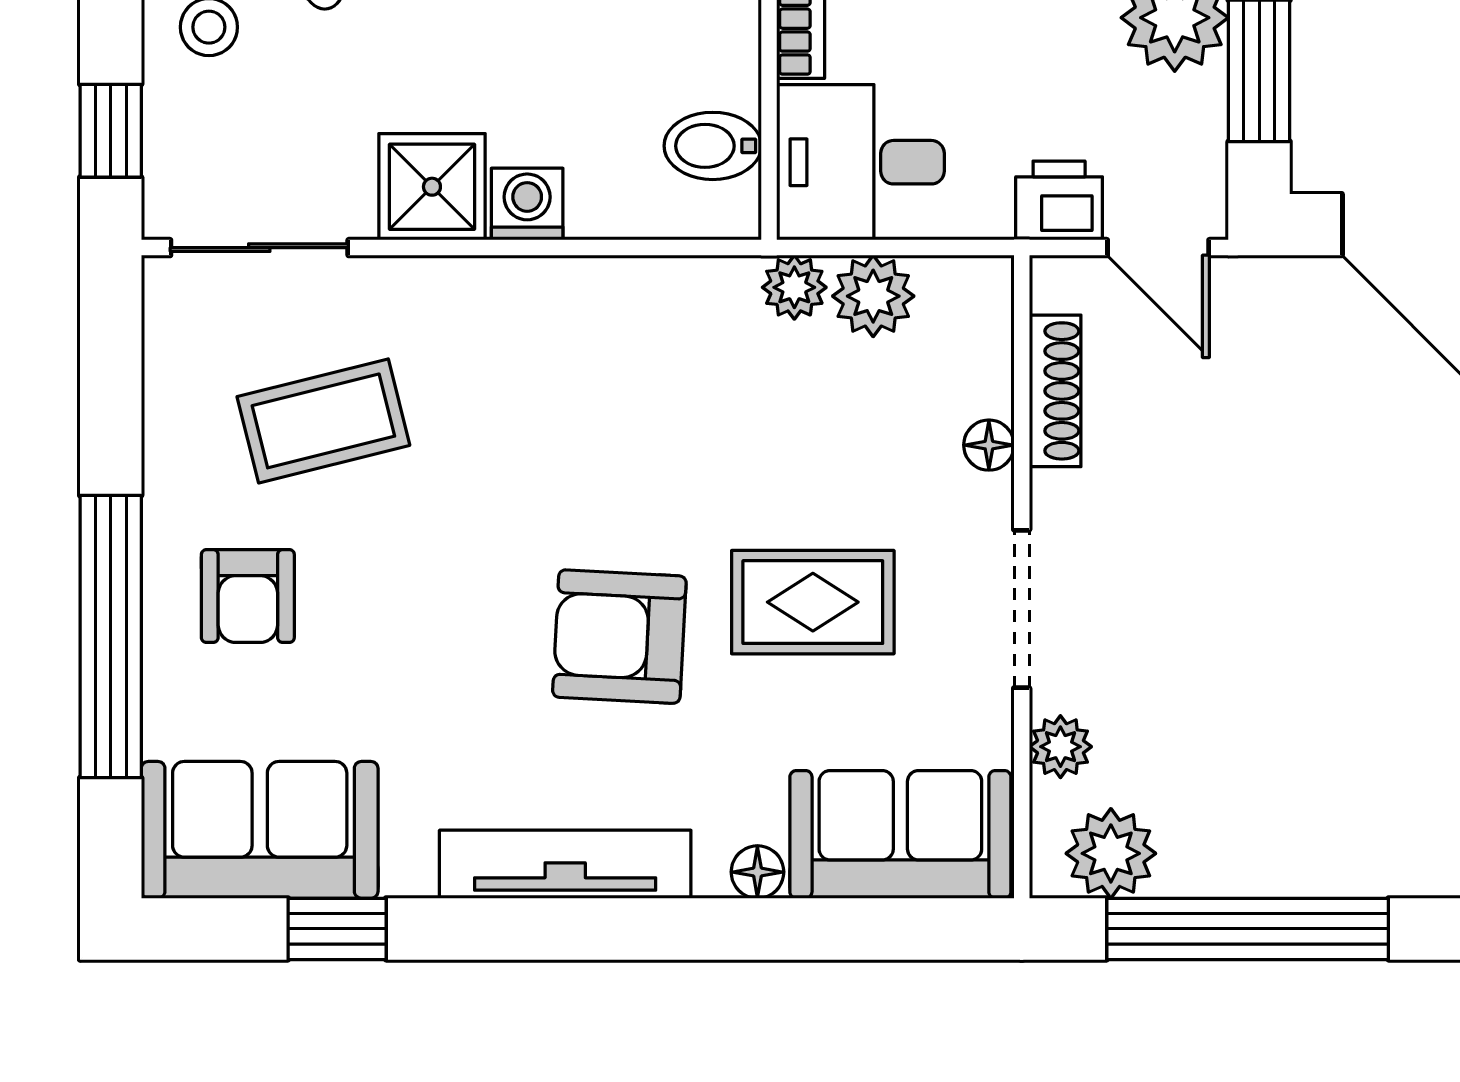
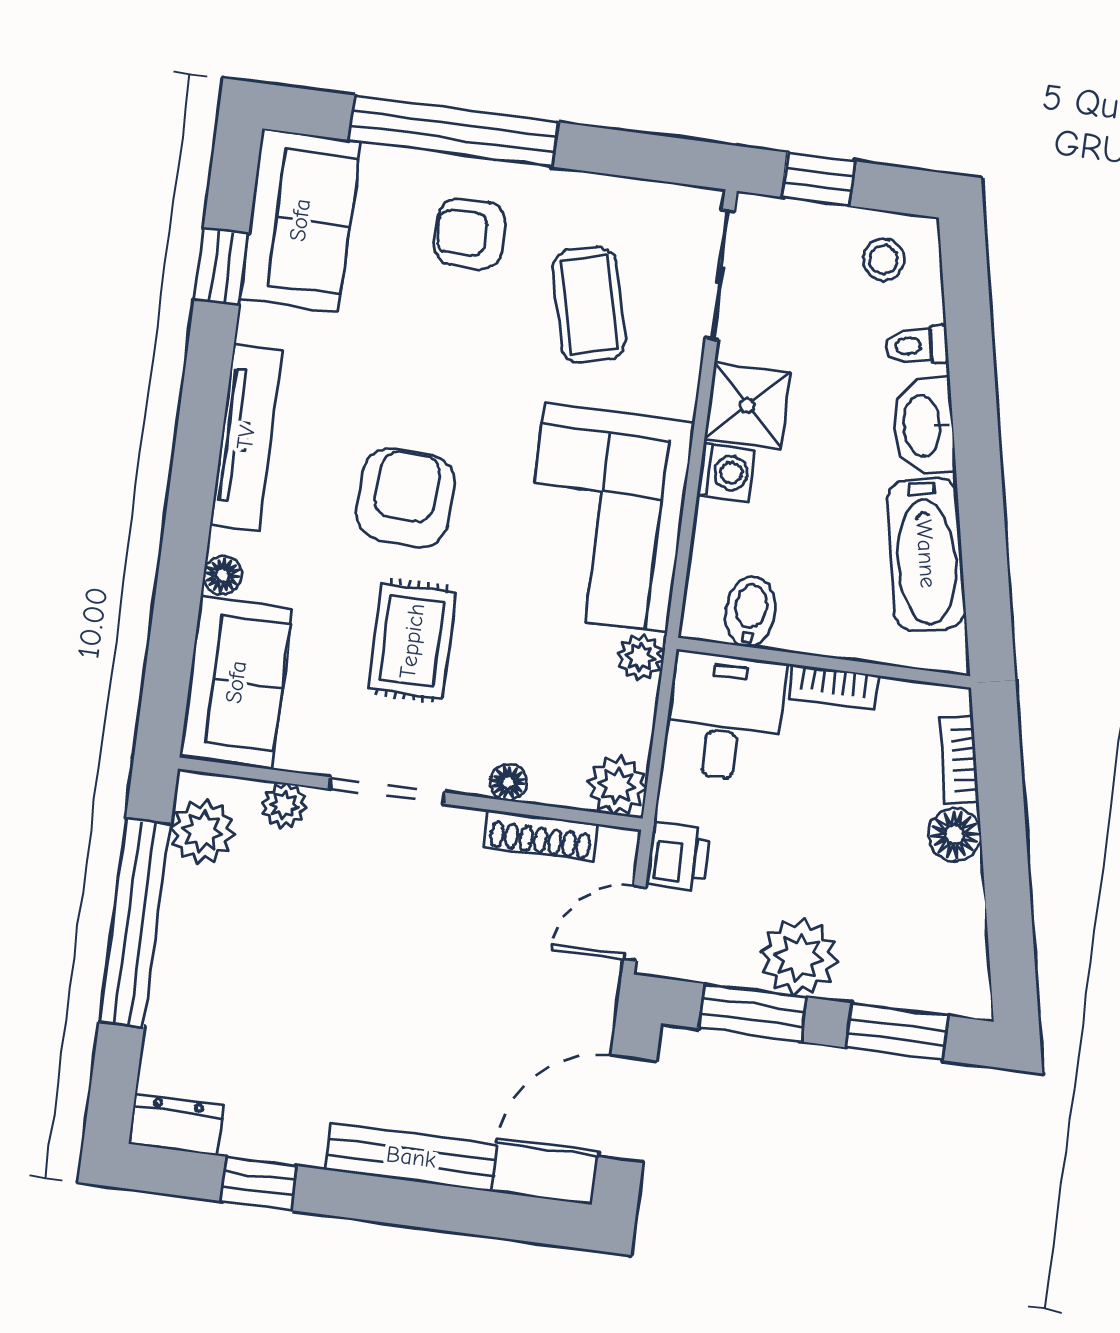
plant: (873, 296) -> (617, 785), moved
corner sofa: (610, 359) -> (606, 518), added

